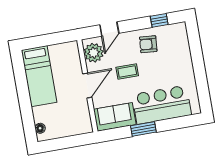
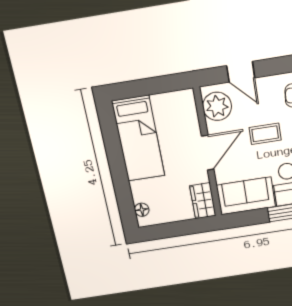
door: (109, 29) -> (241, 72), hinge flipped
wardrobe: (84, 121) -> (203, 201), added

